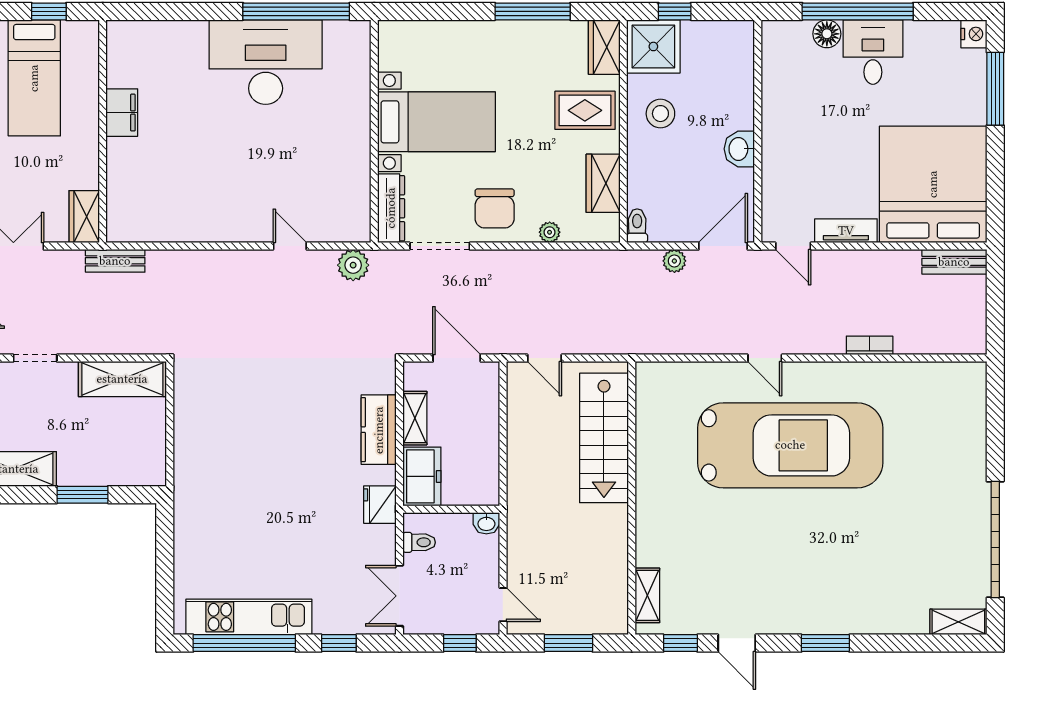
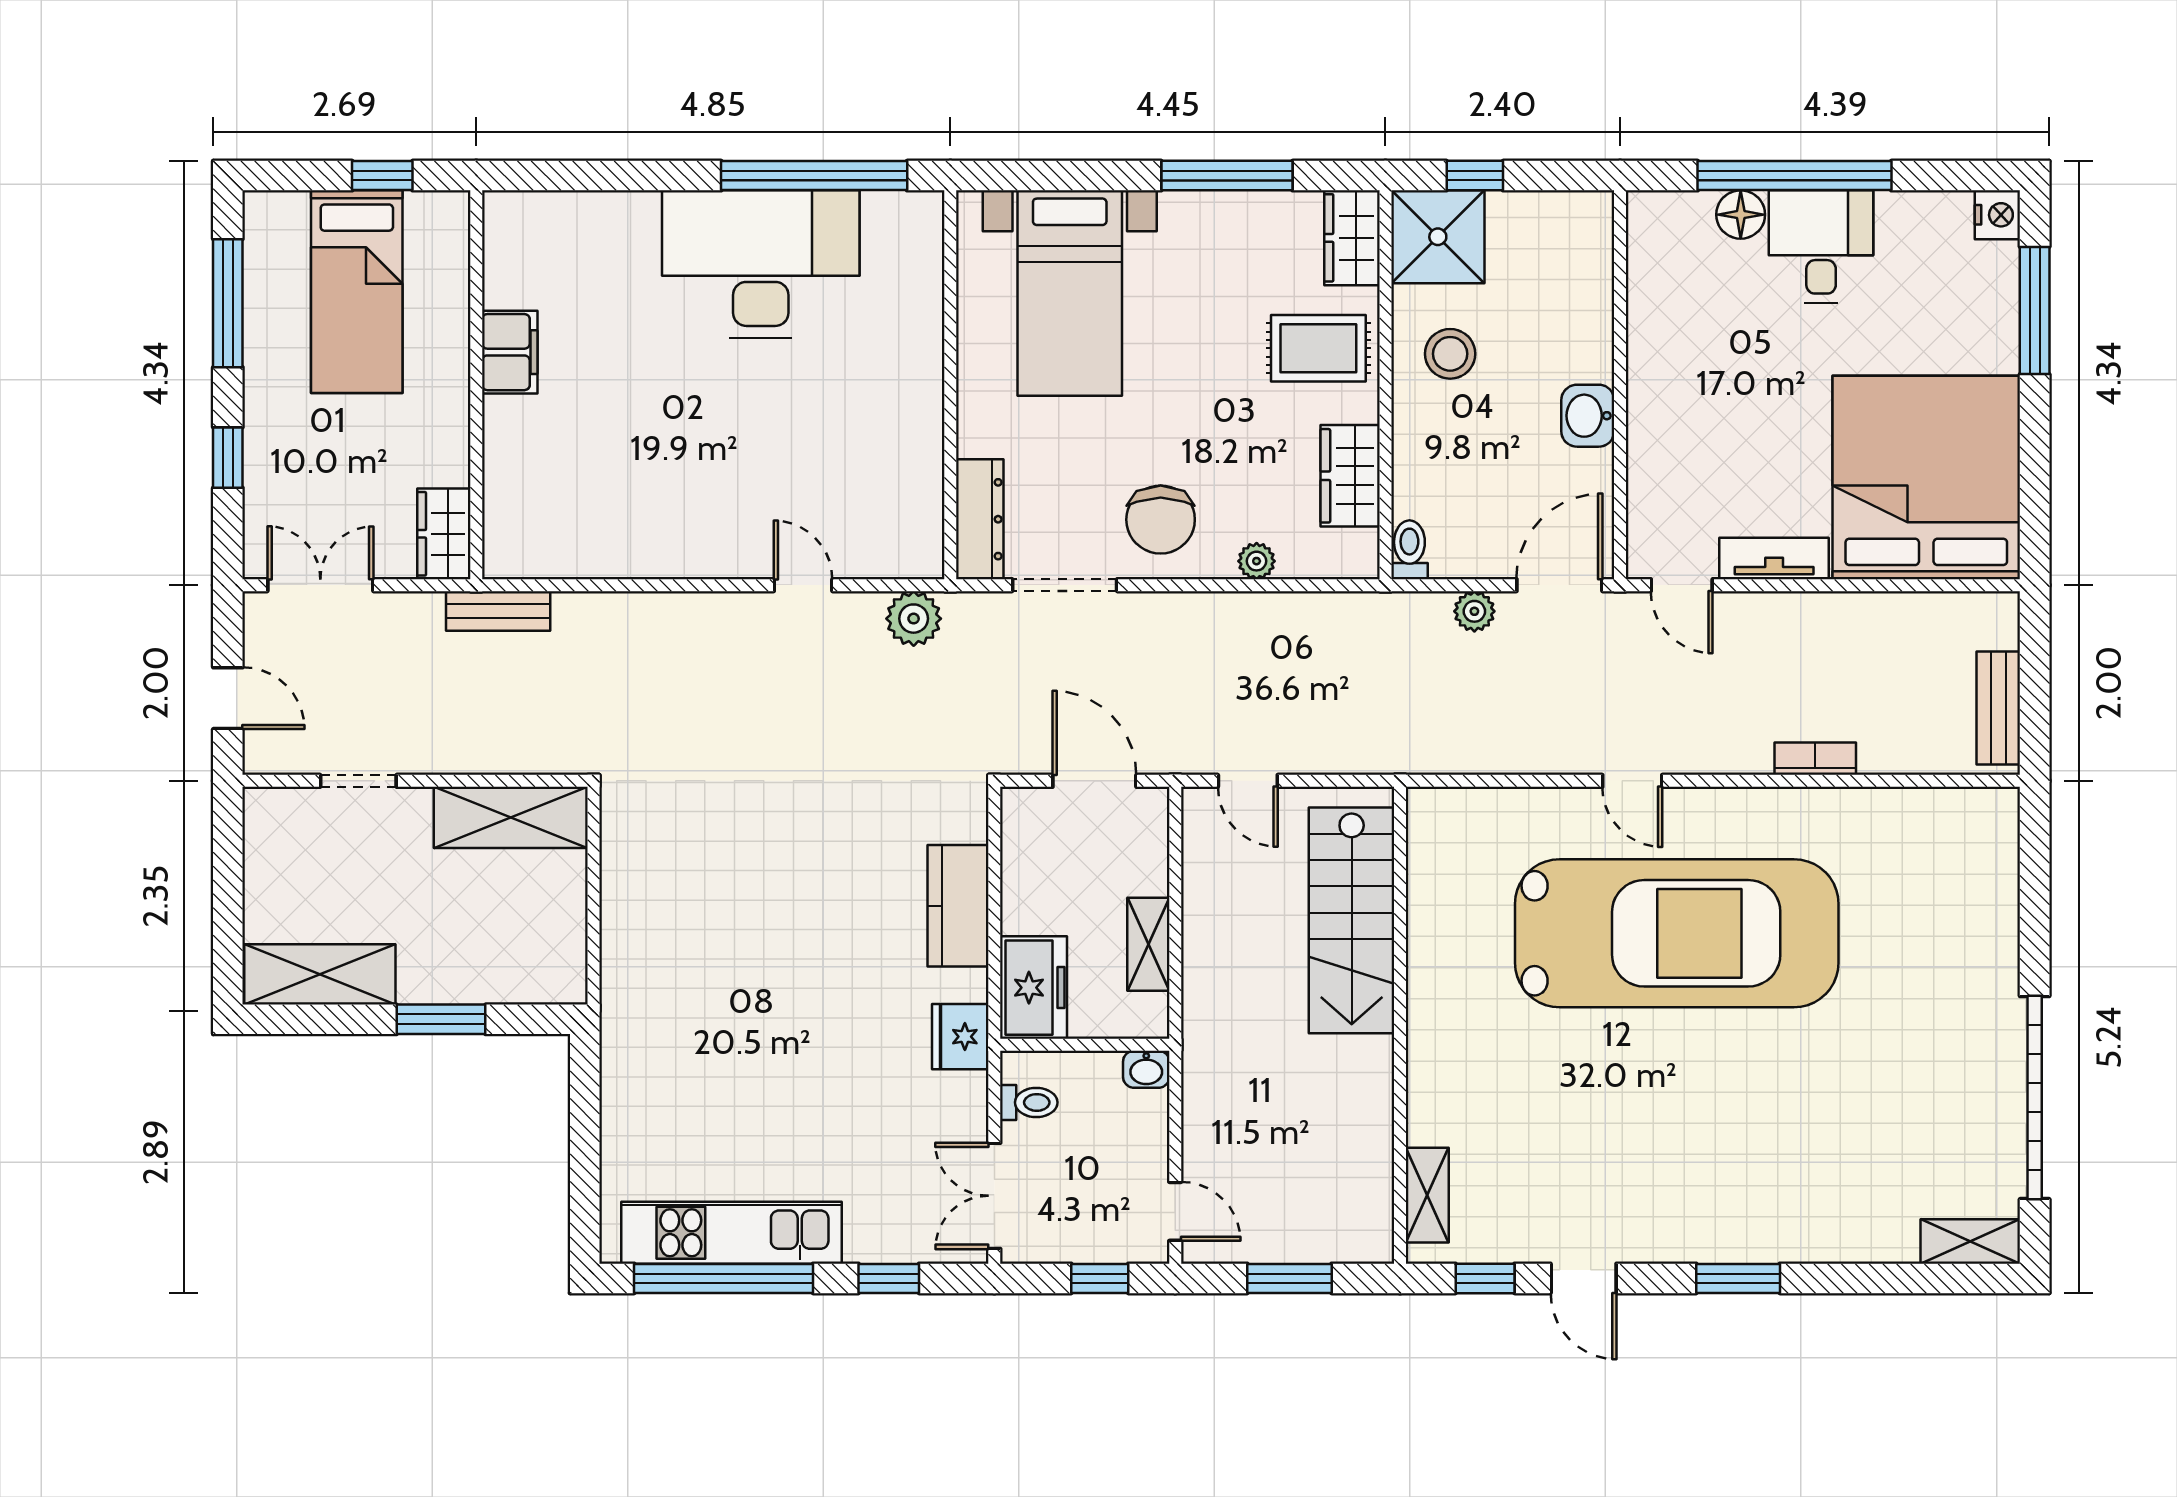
bed with nightstands: (436, 122) -> (1070, 293), moved, turned 90
bench: (954, 262) -> (1998, 708), moved, turned 90
shelving: (415, 418) -> (1148, 944), moved

